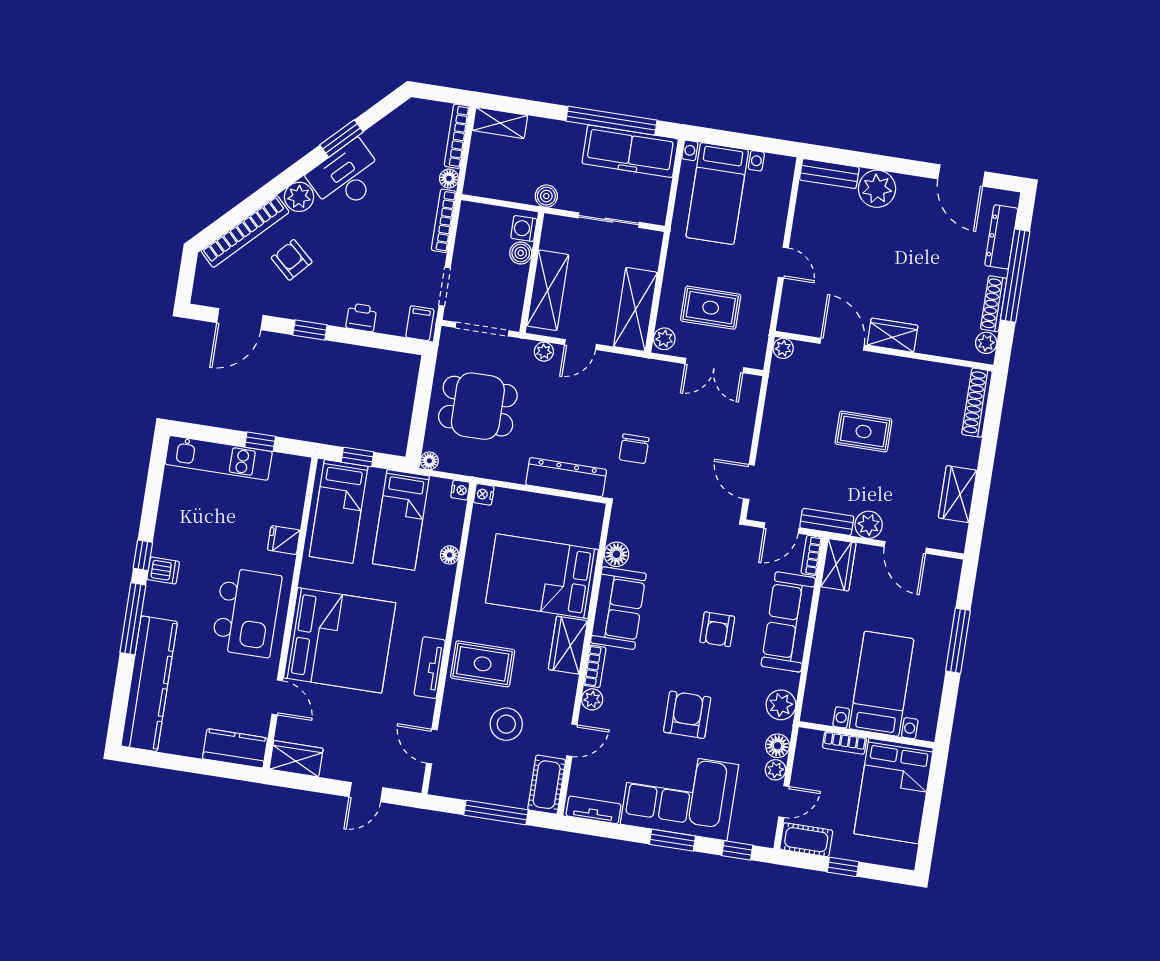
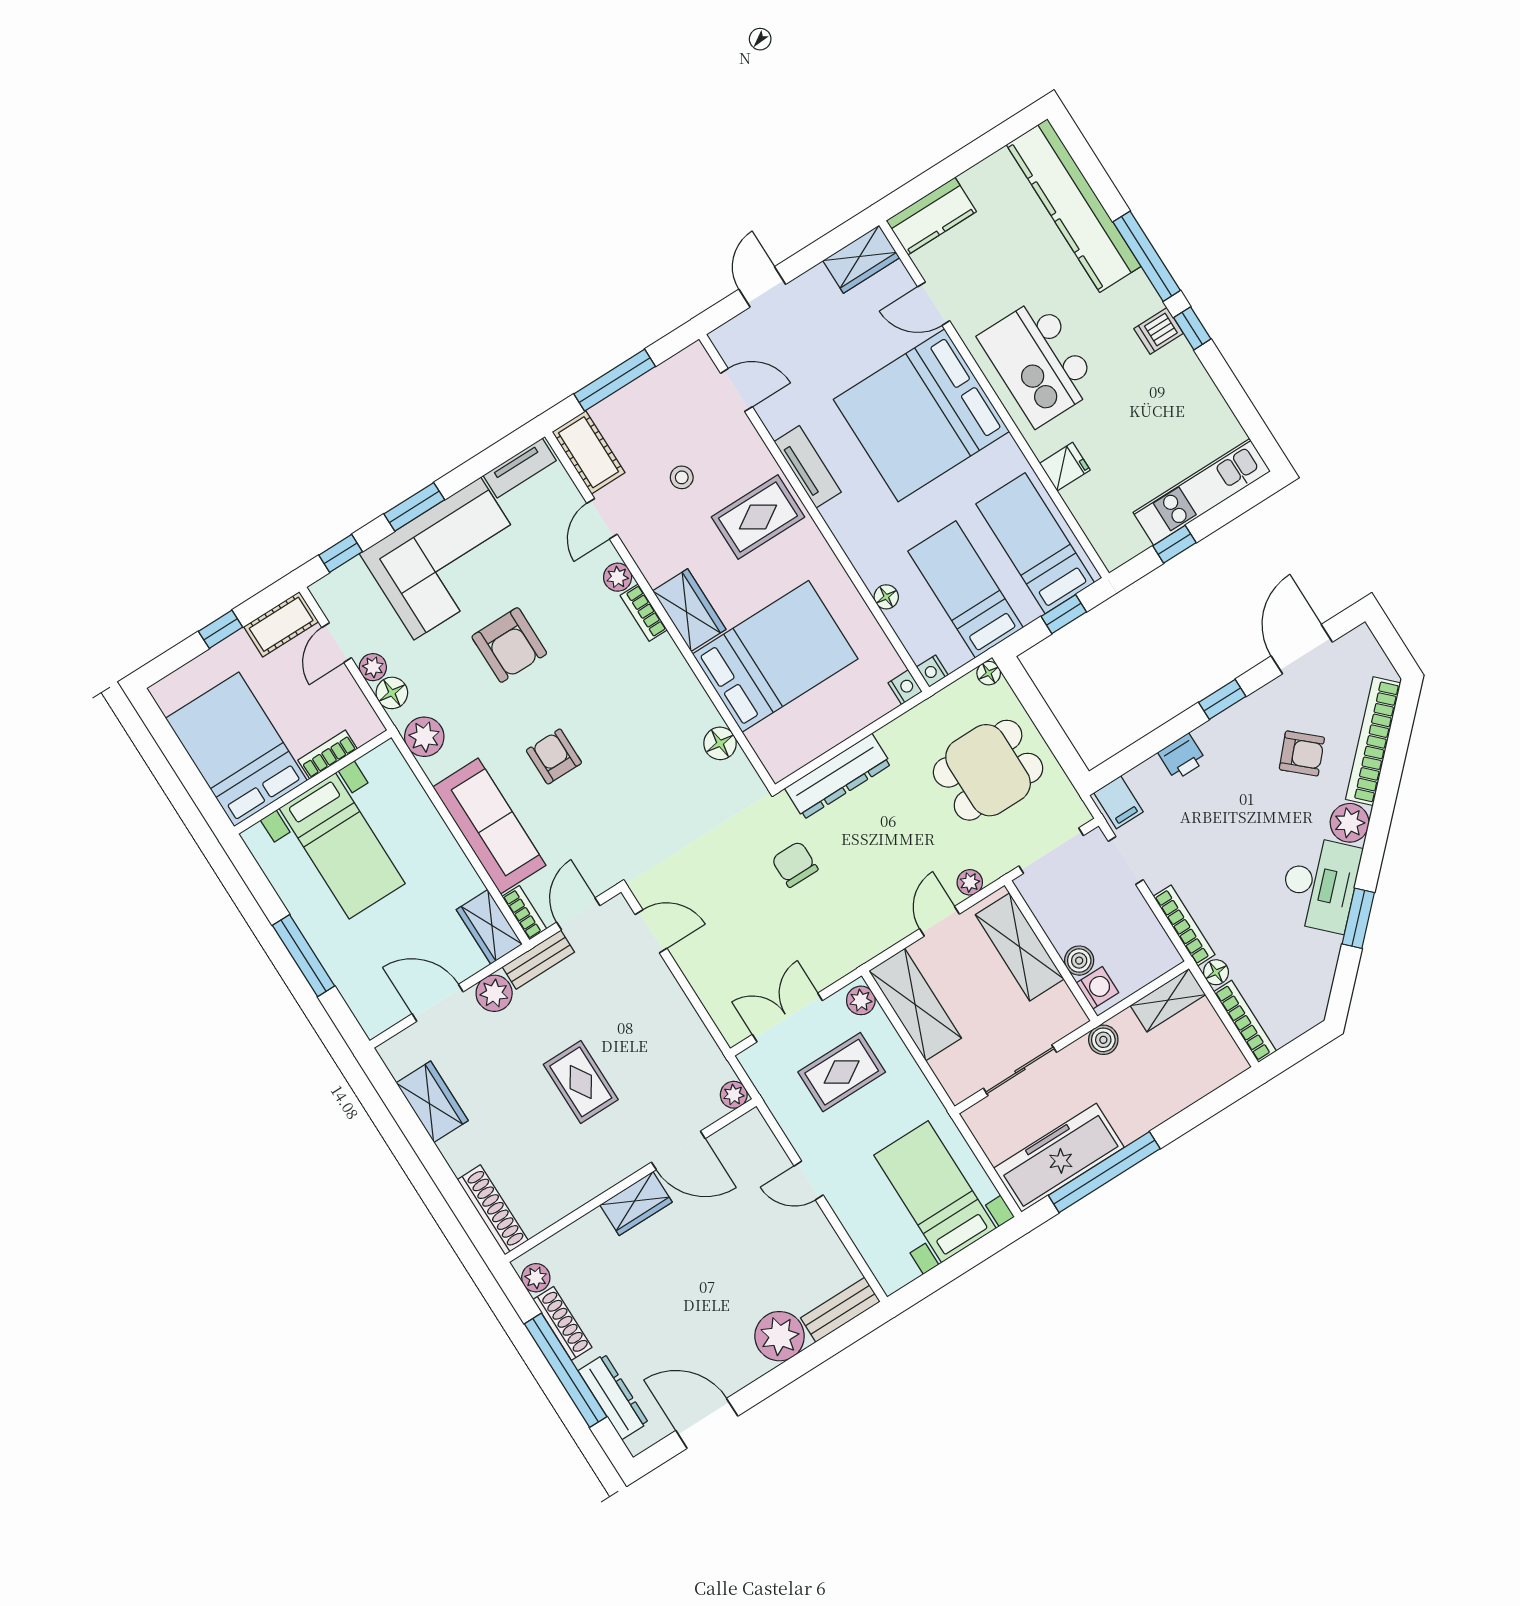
shelving: (500, 123) -> (1168, 1000), moved
rug: (864, 432) -> (581, 1082), turned 90
sofa: (618, 608) -> (671, 691), removed
stool: (506, 724) -> (682, 477), width x0.53, depth x0.53

